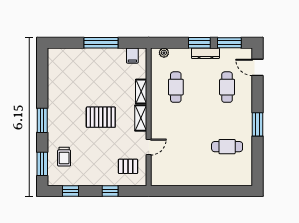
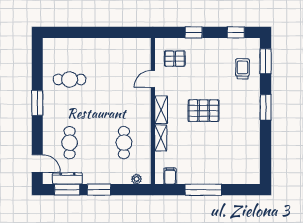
dresser: (205, 53) -> (67, 178), moved

